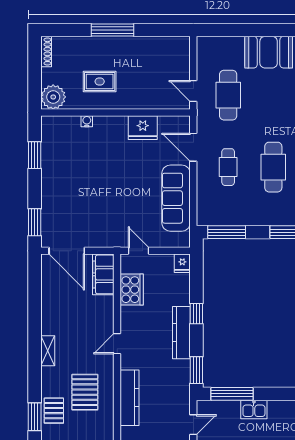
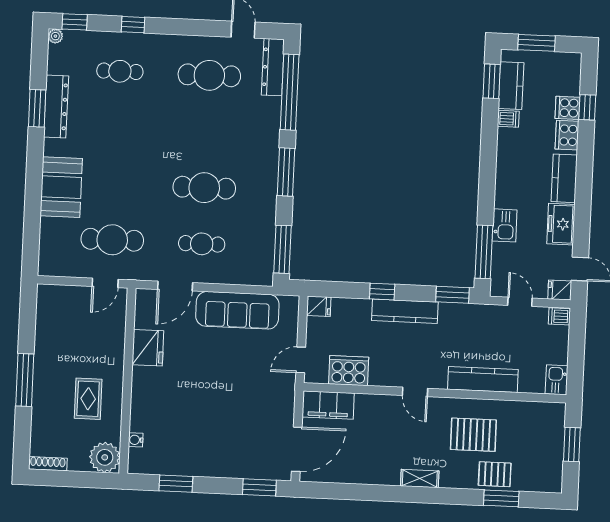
water cooler: (87, 121) -> (136, 440), moved

